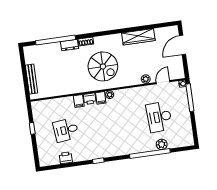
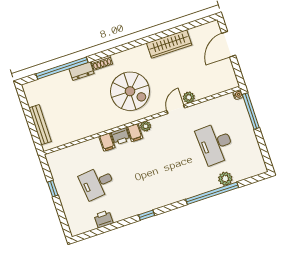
door: (163, 82) -> (176, 109), moved

